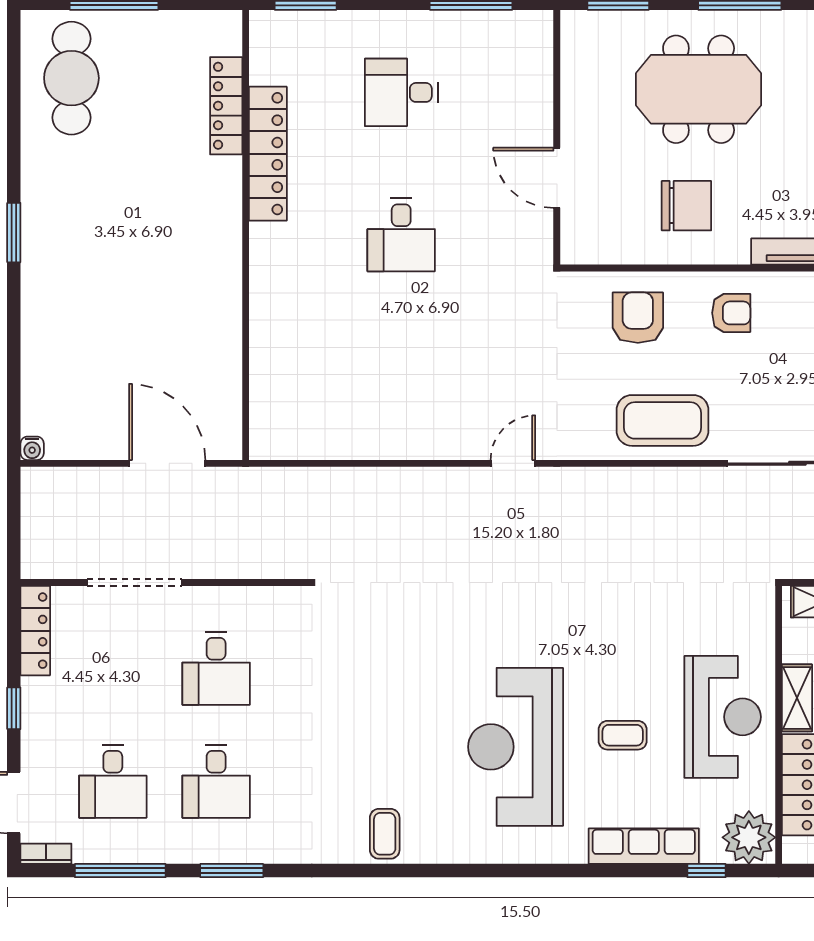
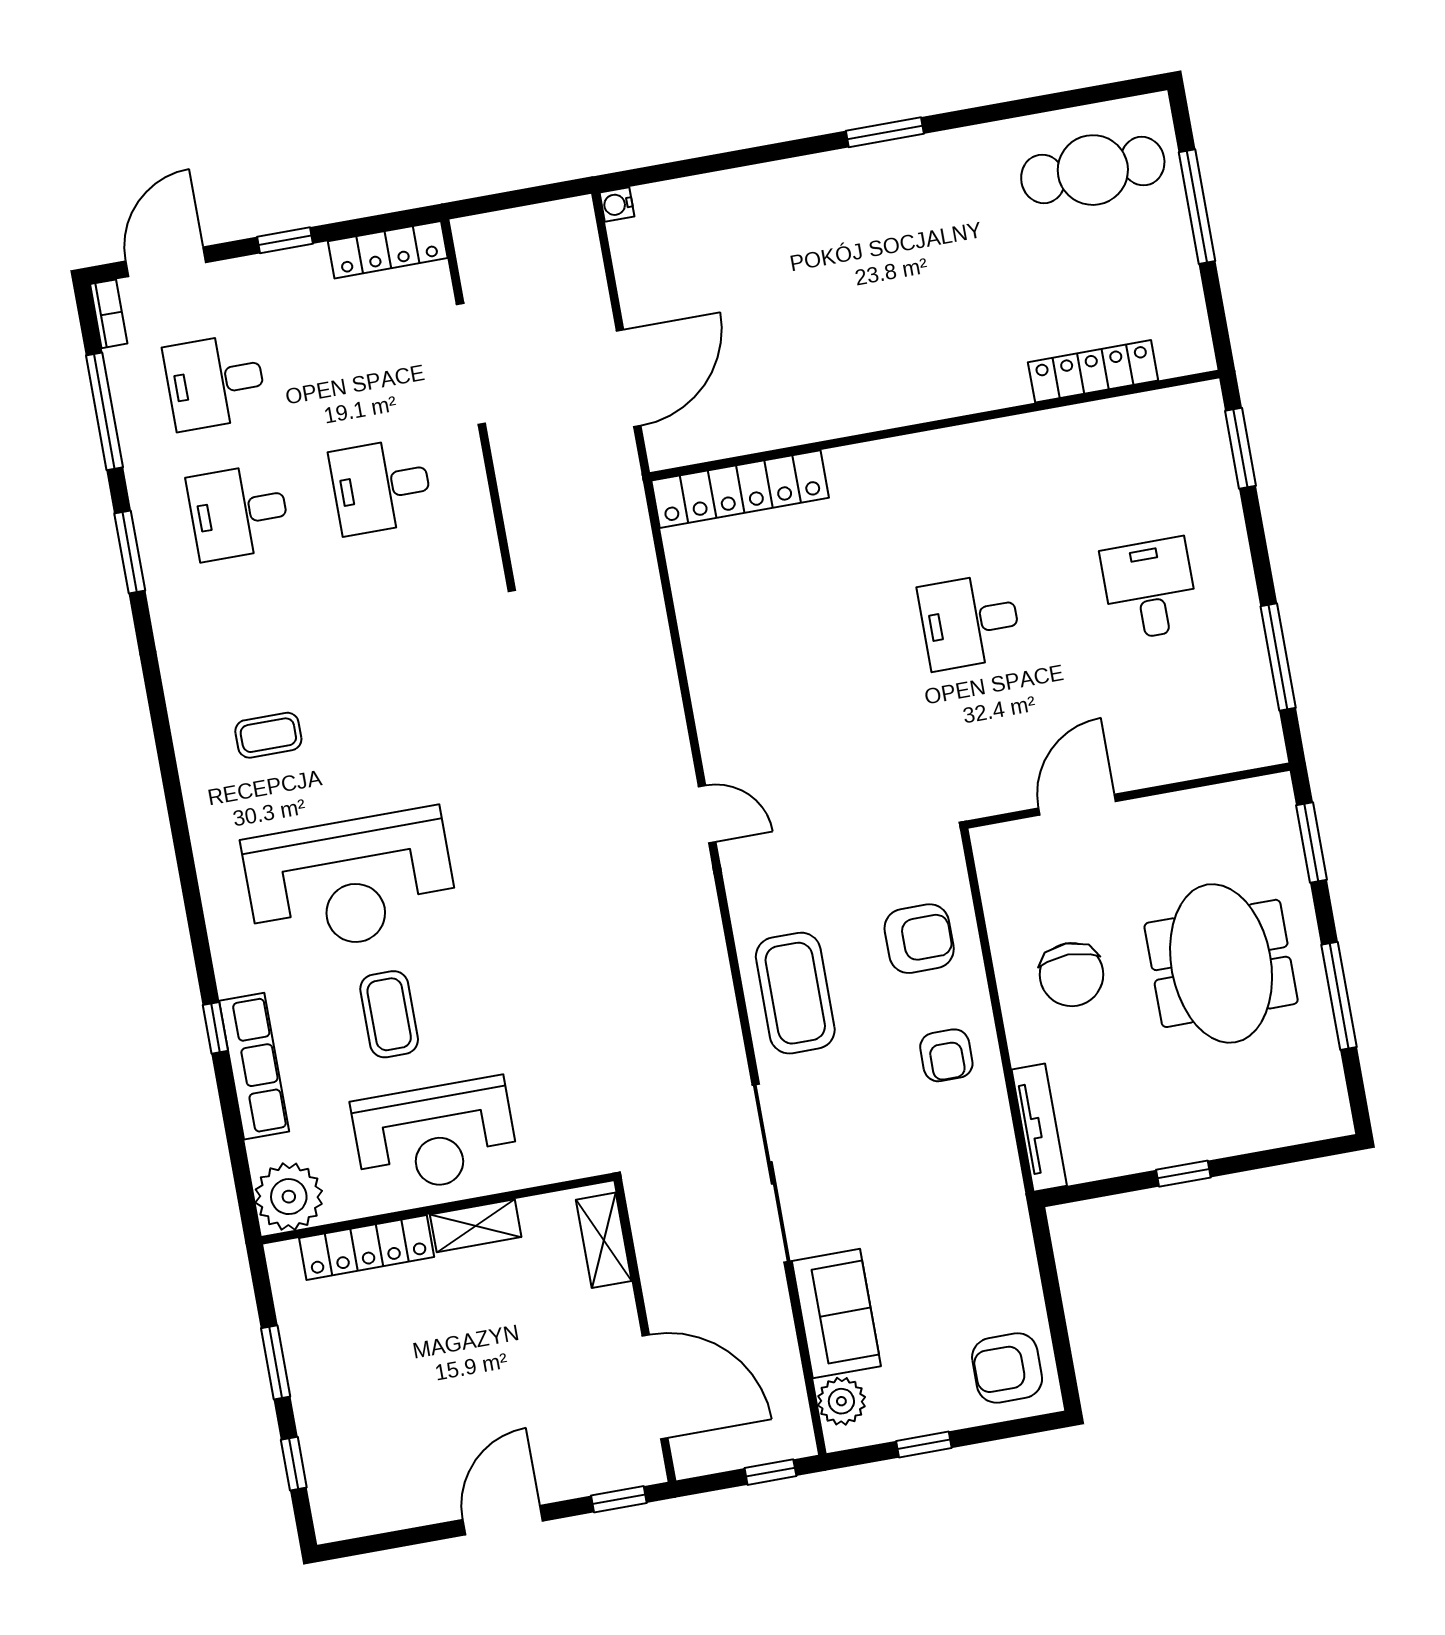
locker: (268, 154) -> (740, 489), moved
coffee table: (623, 735) -> (389, 1014), width x1.36, depth x1.30
reception desk: (516, 747) -> (350, 882), turned 180
coffee table: (385, 834) -> (268, 735), moved
window: (707, 871) -> (215, 1028), moved

